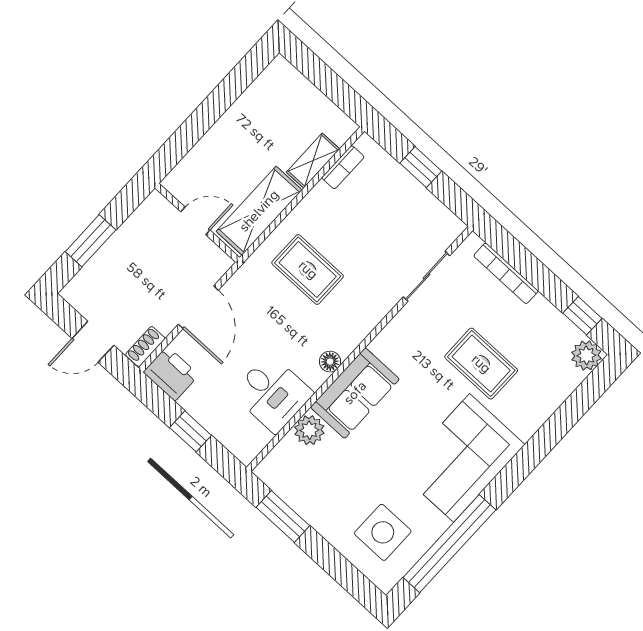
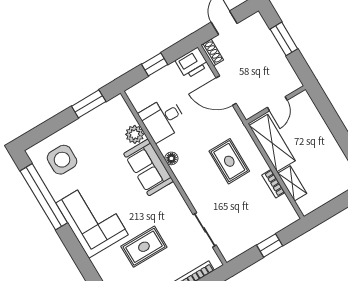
bookcase: (343, 167) -> (273, 184), moved
rug: (308, 270) -> (229, 161), turned 90

